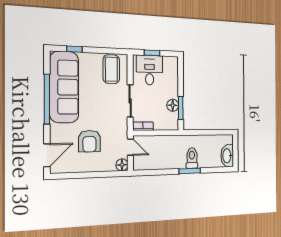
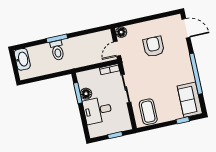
desk: (150, 70) -> (98, 110), moved, turned 90
sofa: (64, 87) -> (190, 100), width x0.54, depth x0.79
door: (130, 147) -> (117, 49), hinge flipped
door: (47, 155) -> (186, 28), swing flipped

